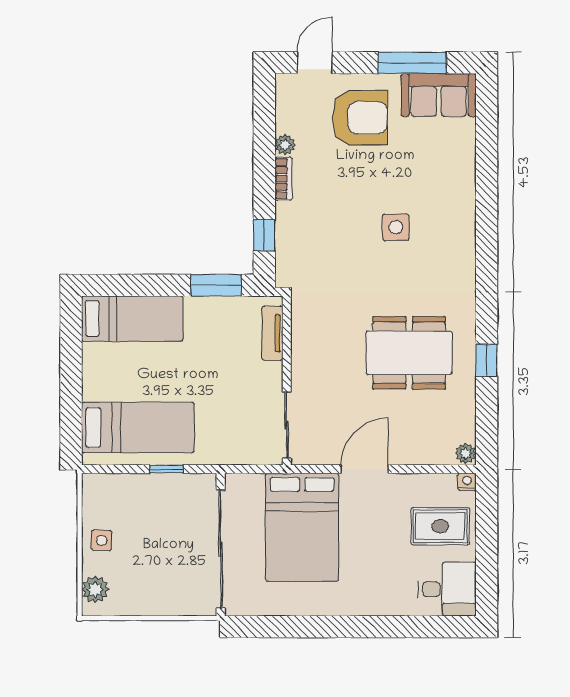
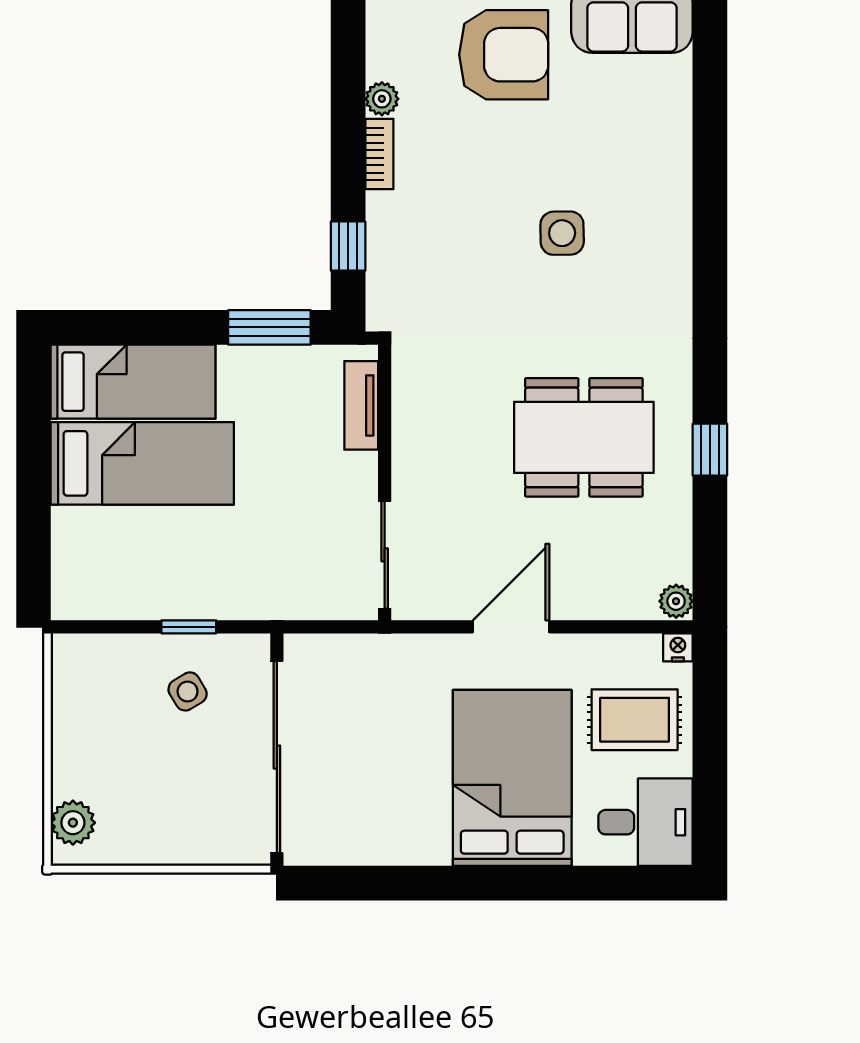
bed: (138, 428) -> (142, 463), moved
bed: (302, 527) -> (512, 778), moved, turned 180
side table: (102, 540) -> (188, 691), moved, turned -33

